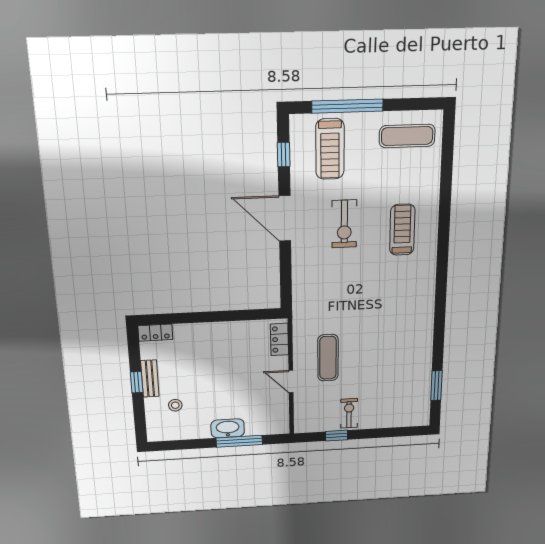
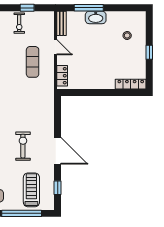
locker: (155, 333) -> (131, 84), width x1.53
bench: (150, 379) -> (62, 23), moved

